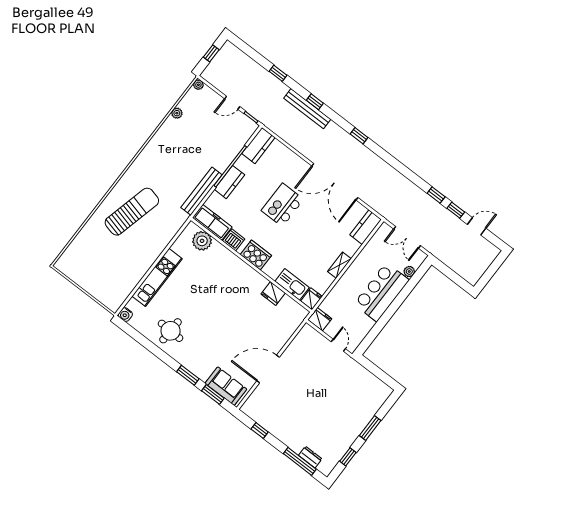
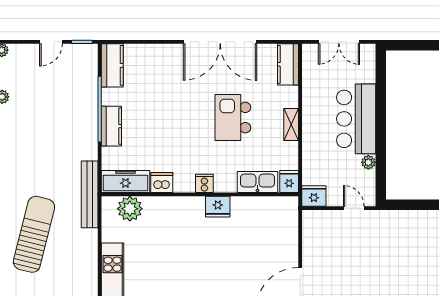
bench: (201, 191) -> (90, 194), moved
kitchen island: (282, 205) -> (233, 118), moved
cooker: (256, 255) -> (204, 183), width x0.53, depth x0.76
plant: (409, 272) -> (368, 162), moved
fridge: (273, 294) -> (218, 207), moved

